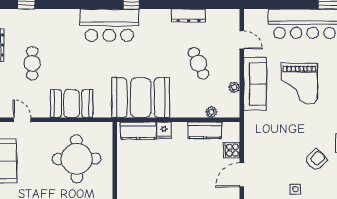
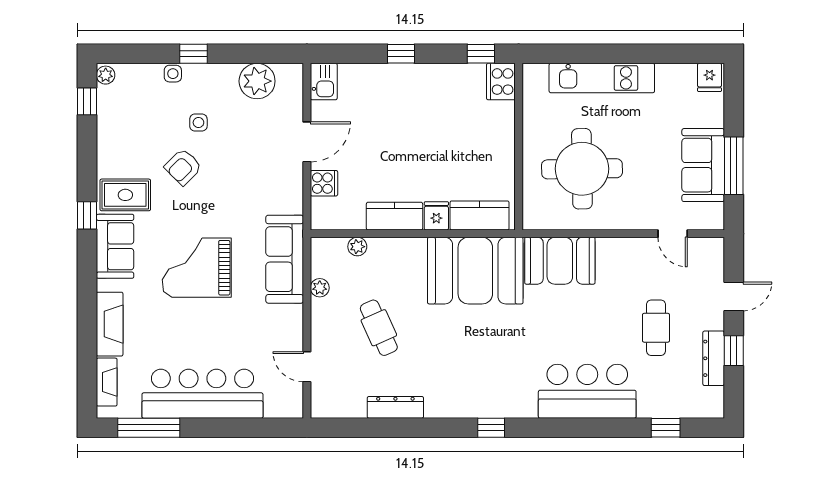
bar counter: (109, 25) -> (587, 391), moved
sofa: (255, 84) -> (285, 259), moved
grand piano: (299, 84) -> (197, 268), moved, turned -90
booth: (72, 104) -> (560, 261), moved
kitchen counter: (205, 130) -> (394, 216), moved
side table: (295, 189) -> (198, 123), moved

